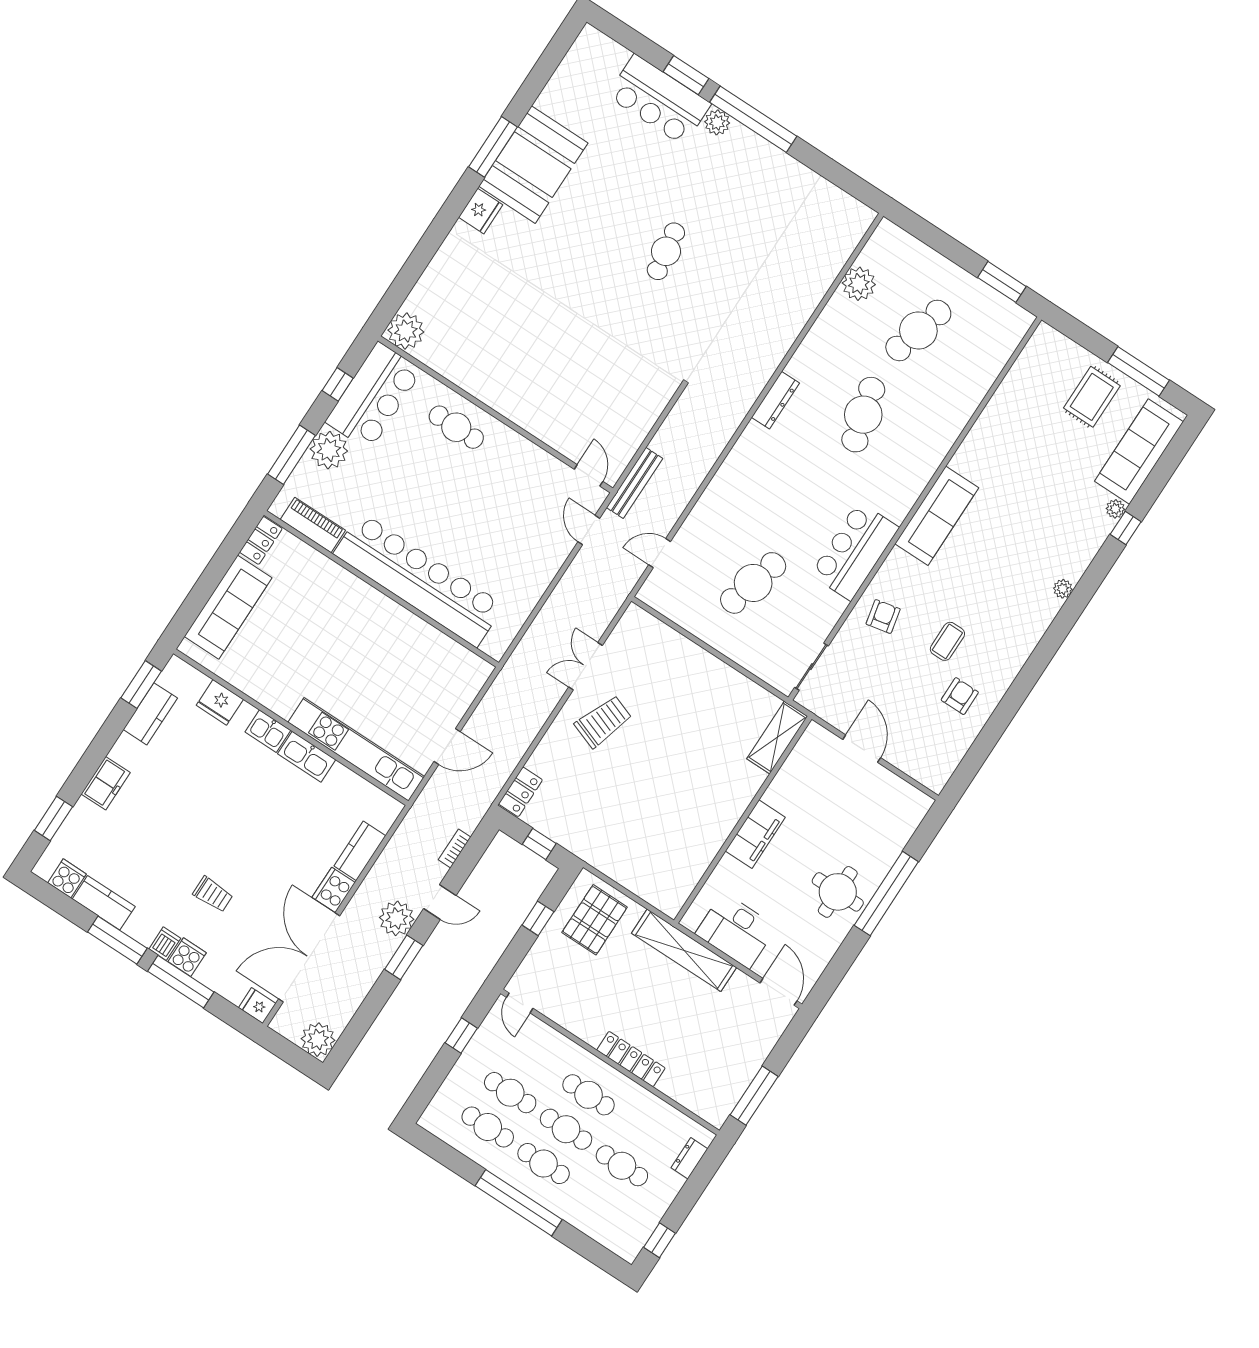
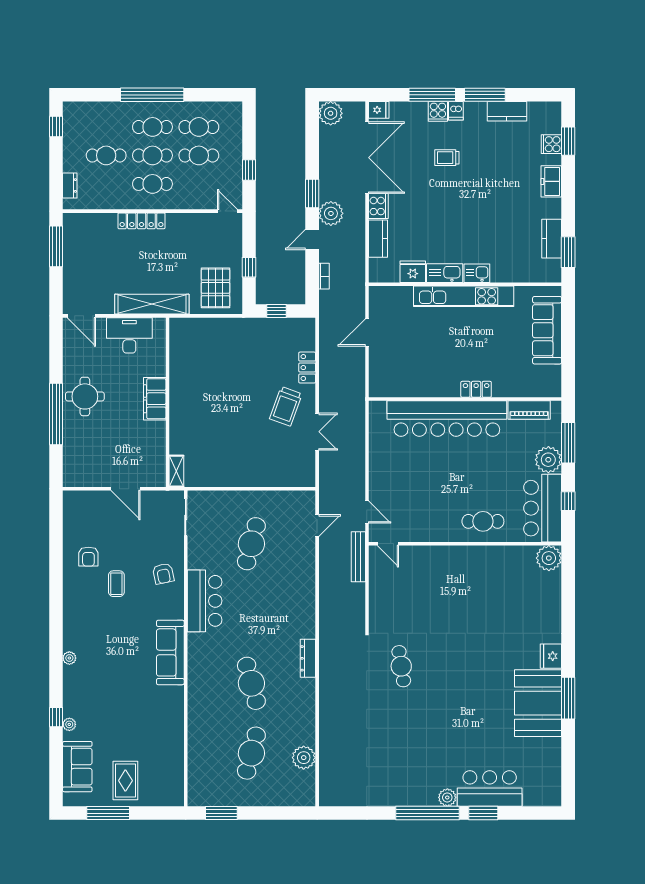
cafe table: (666, 251) -> (401, 666), moved
sofa: (1139, 452) -> (77, 767), width x0.73
locker: (261, 540) -> (476, 389), moved, turned 90
fridge: (220, 702) -> (413, 272), moved
shelving: (777, 738) -> (176, 471), width x0.67, depth x0.75
kitchen unit: (356, 749) -> (464, 296), moved
locker: (520, 792) -> (307, 368), moved
cooker: (67, 878) -> (551, 144), moved, turned 90

